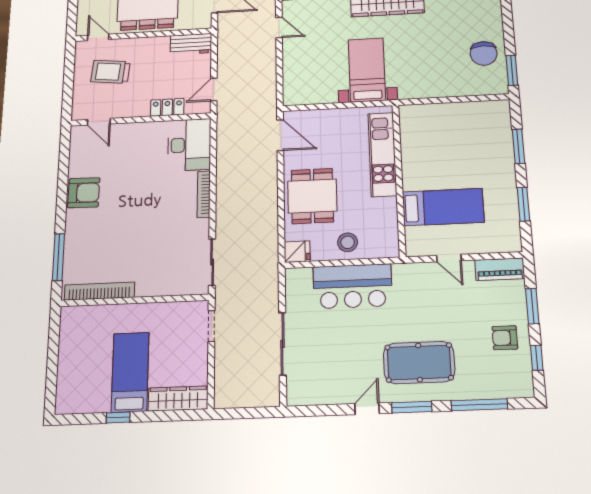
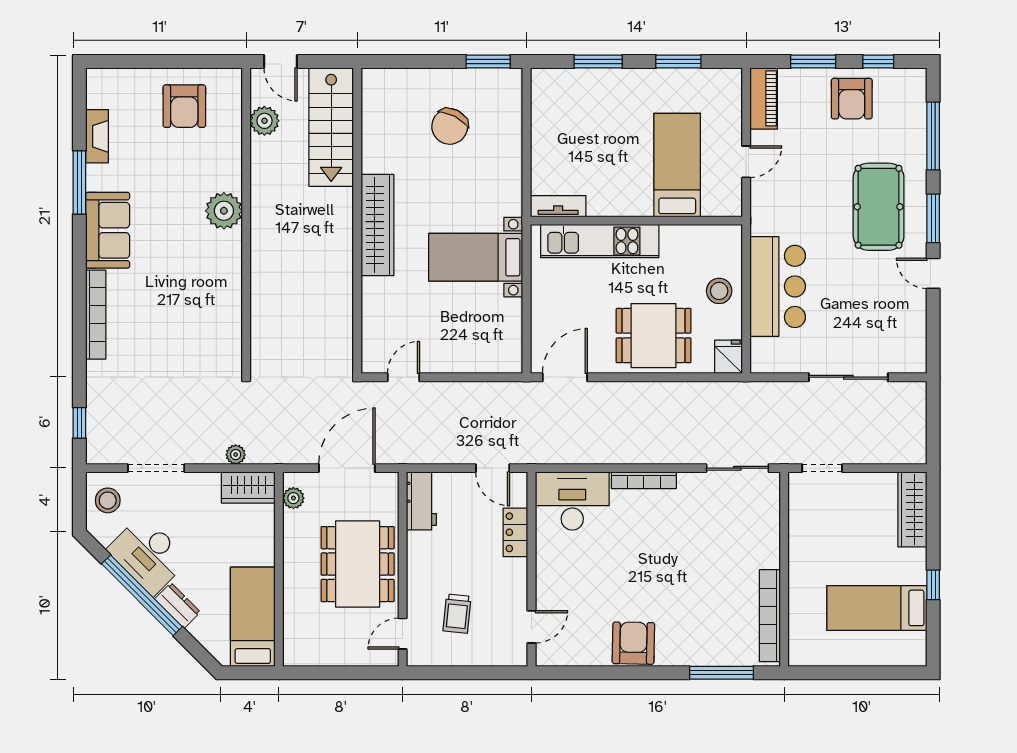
chair: (484, 53) -> (450, 126), moved, turned 118
trolley: (111, 72) -> (457, 614), width x0.73, depth x0.72
tv unit: (407, 124) -> (558, 206), added
armchair: (505, 338) -> (852, 99), width x1.38, depth x1.38
bed: (130, 372) -> (877, 608), moved

